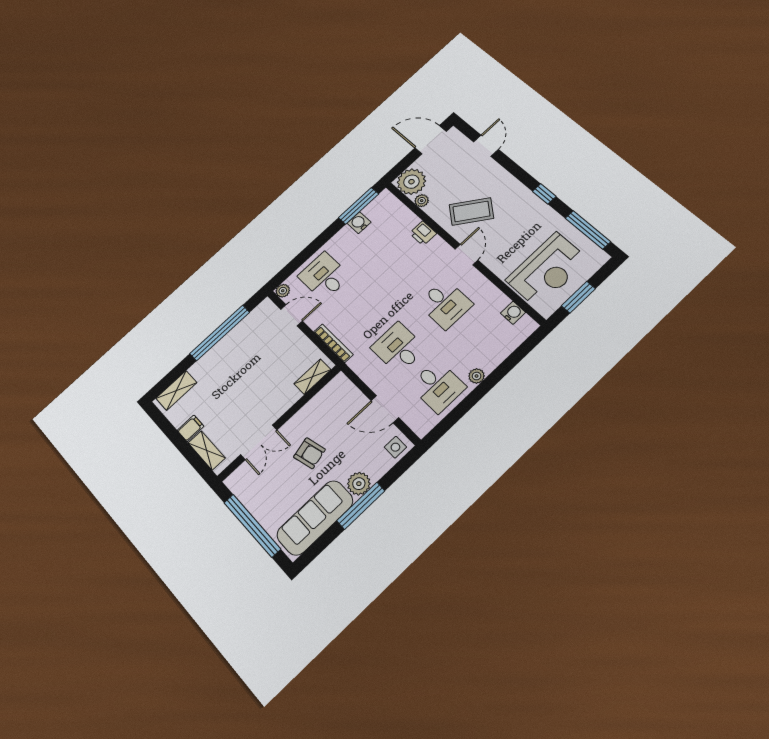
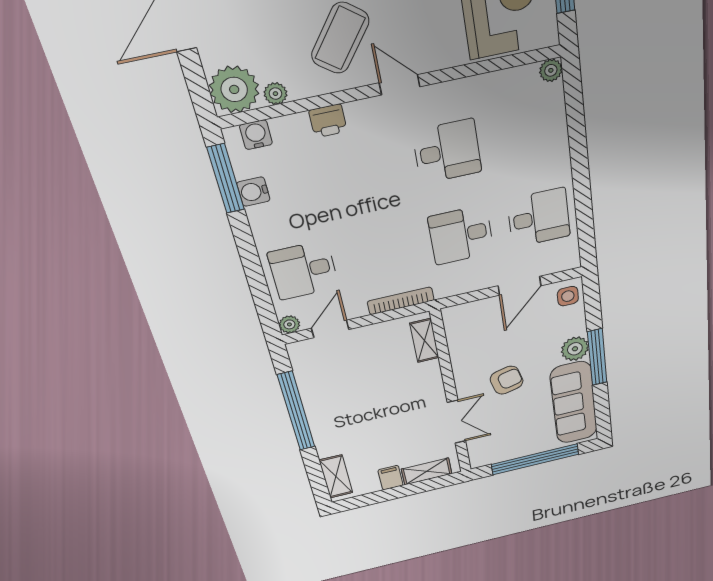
water cooler: (513, 313) -> (256, 135), moved
plant: (477, 376) -> (551, 70), moved

